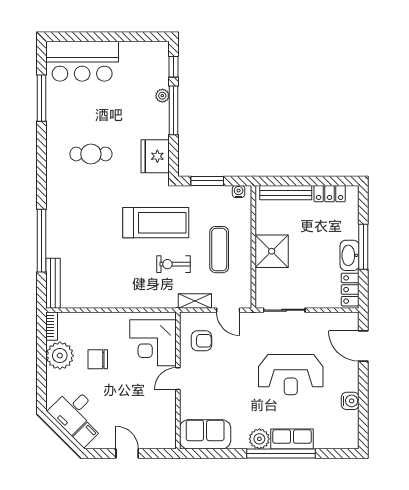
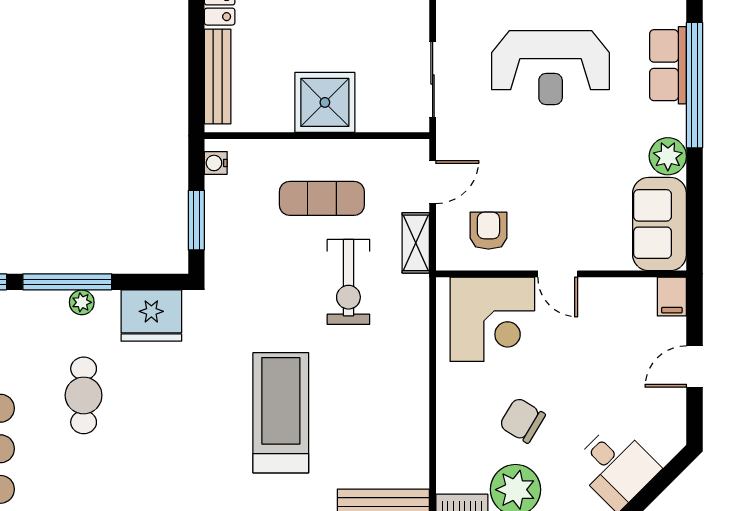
plant: (162, 96) -> (82, 302), moved
cafe table: (91, 154) -> (84, 395), moved
treadmill: (156, 223) -> (281, 413), moved
exercise bike: (173, 264) -> (348, 282), width x1.38, depth x1.39
chair: (98, 359) -> (522, 420), turned 121
reception desk: (291, 375) -> (551, 68), turned 90
filing cabinet: (86, 435) -> (672, 296), moved, turned -135
plant: (259, 439) -> (668, 156), moved

